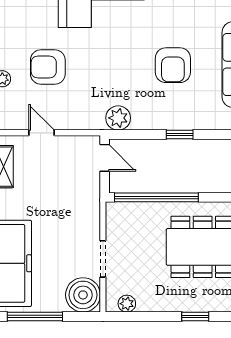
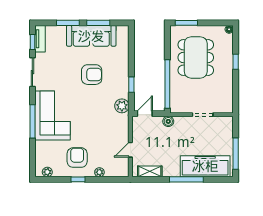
armchair: (48, 67) -> (77, 158), moved, turned 180
window: (180, 134) -> (131, 85), moved
boiler: (83, 295) -> (168, 121), moved, width x0.54, depth x0.54
plant: (127, 304) -> (228, 101), removed

